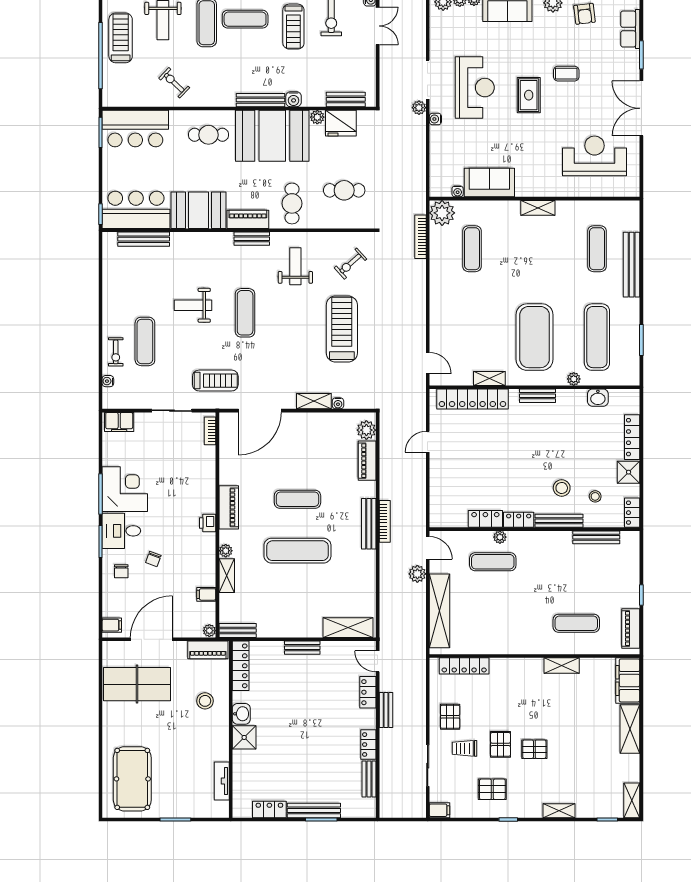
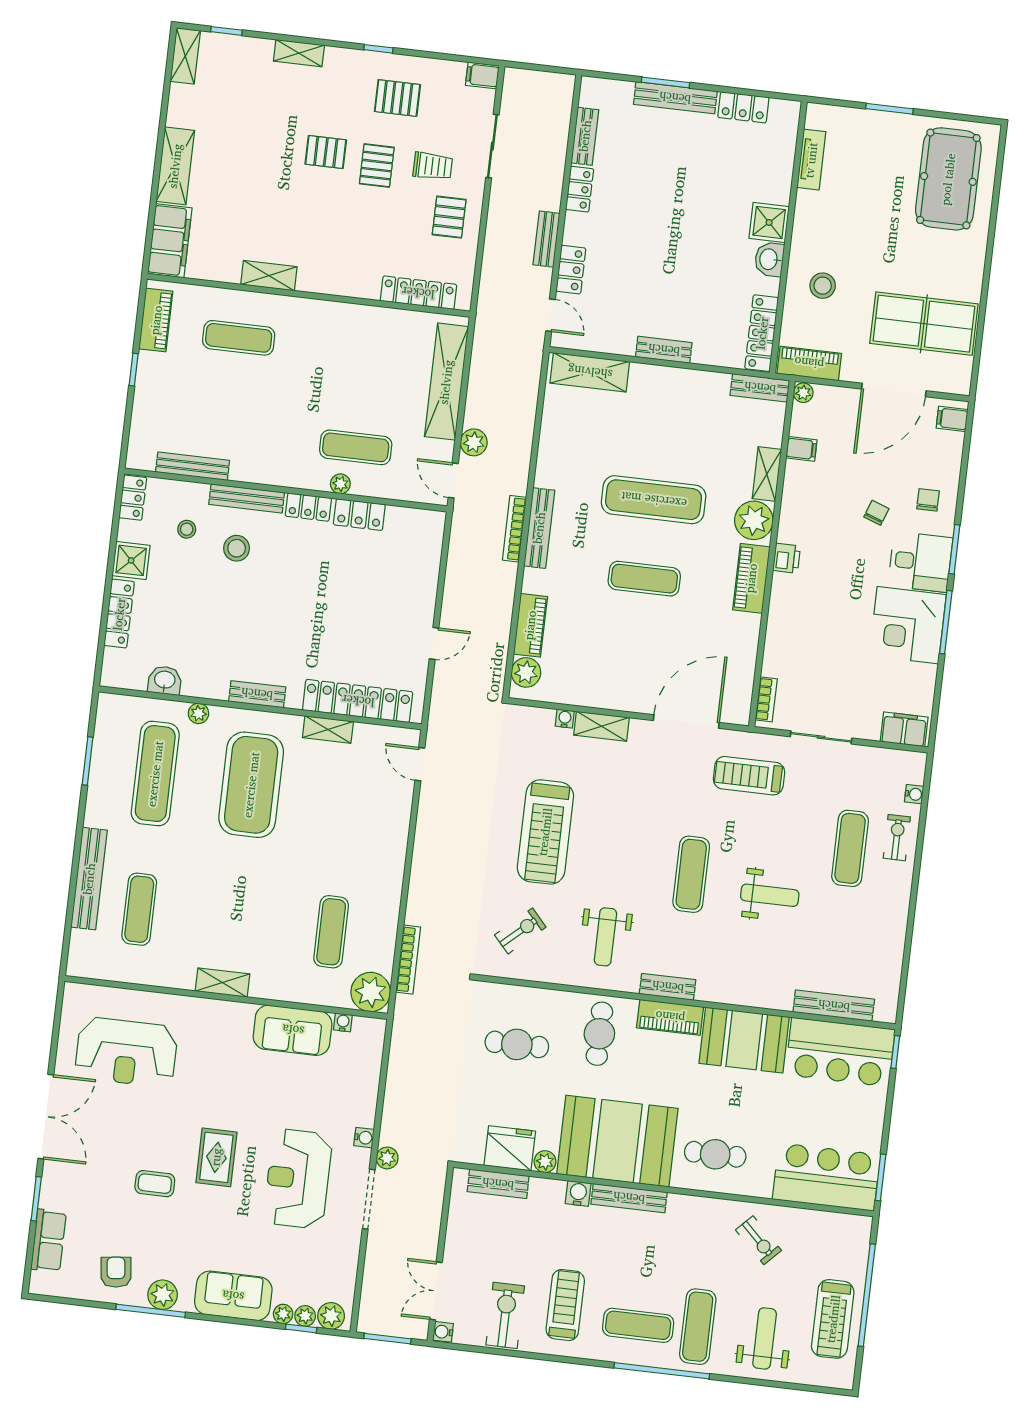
plant: (226, 551) -> (754, 520), width x1.88, depth x1.88

